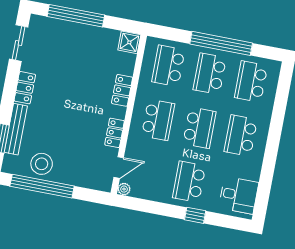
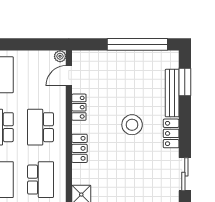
stool: (42, 164) -> (132, 125), moved

